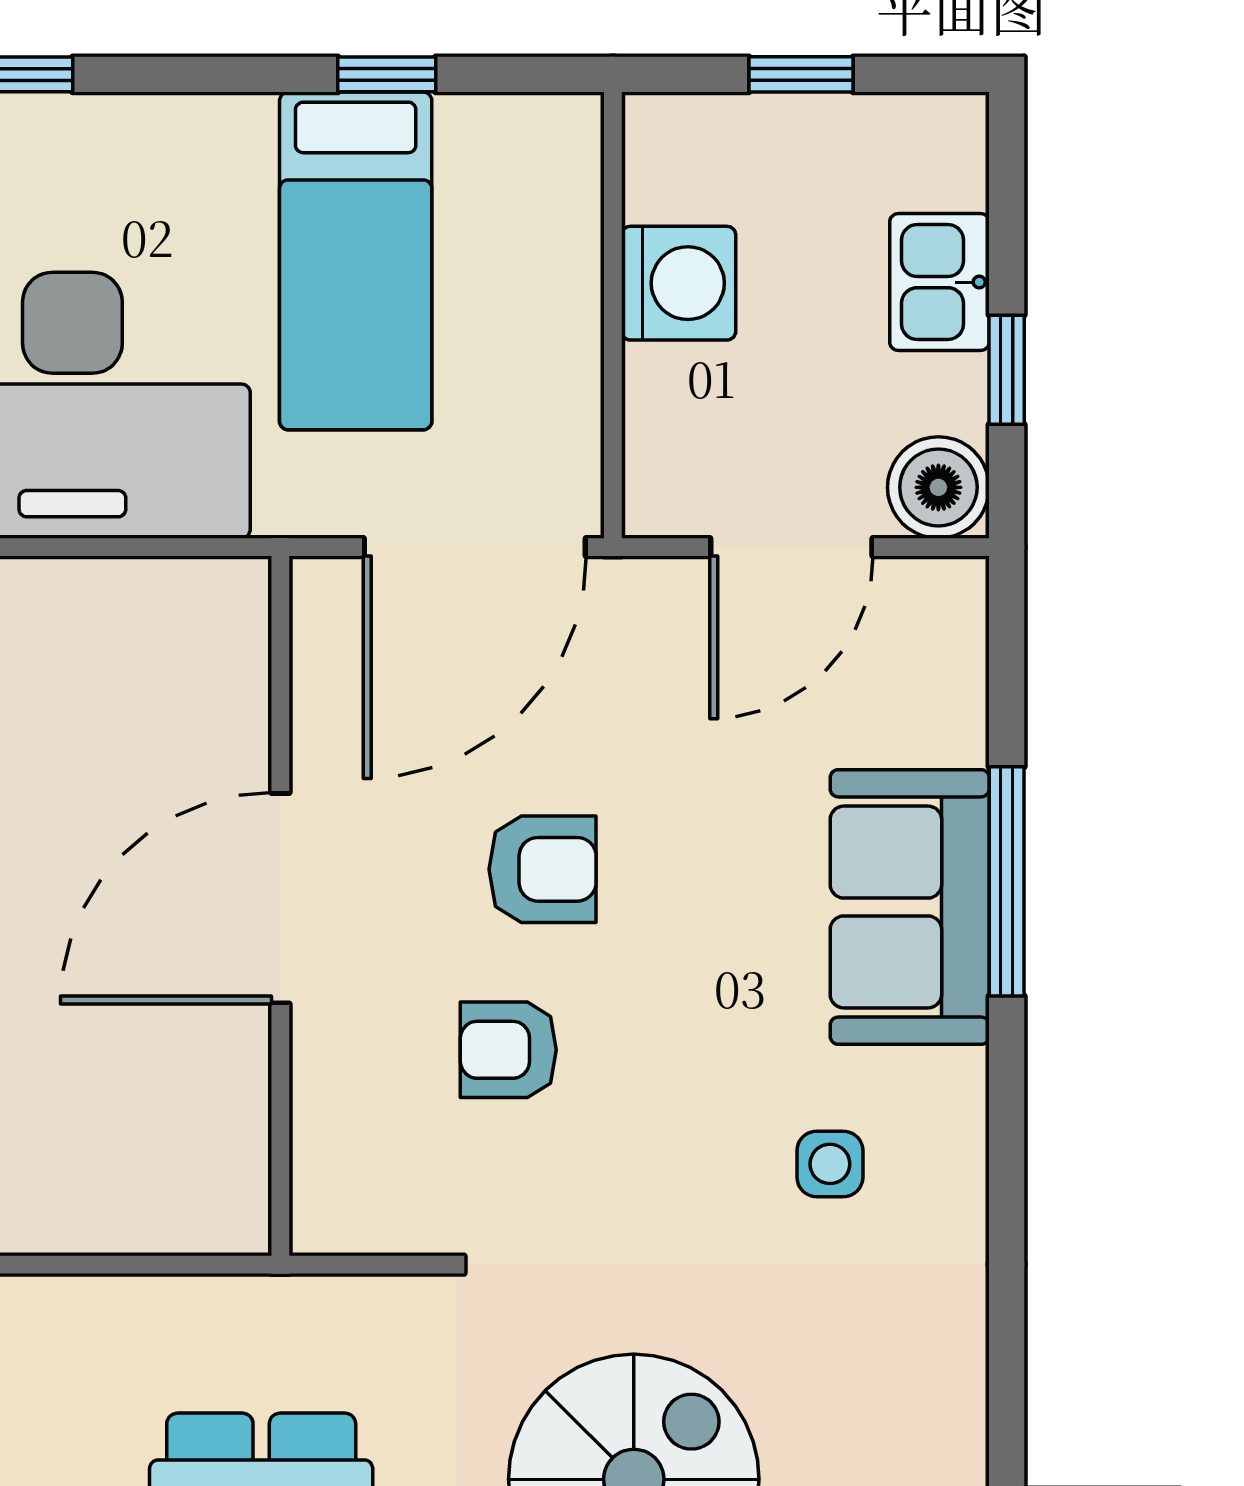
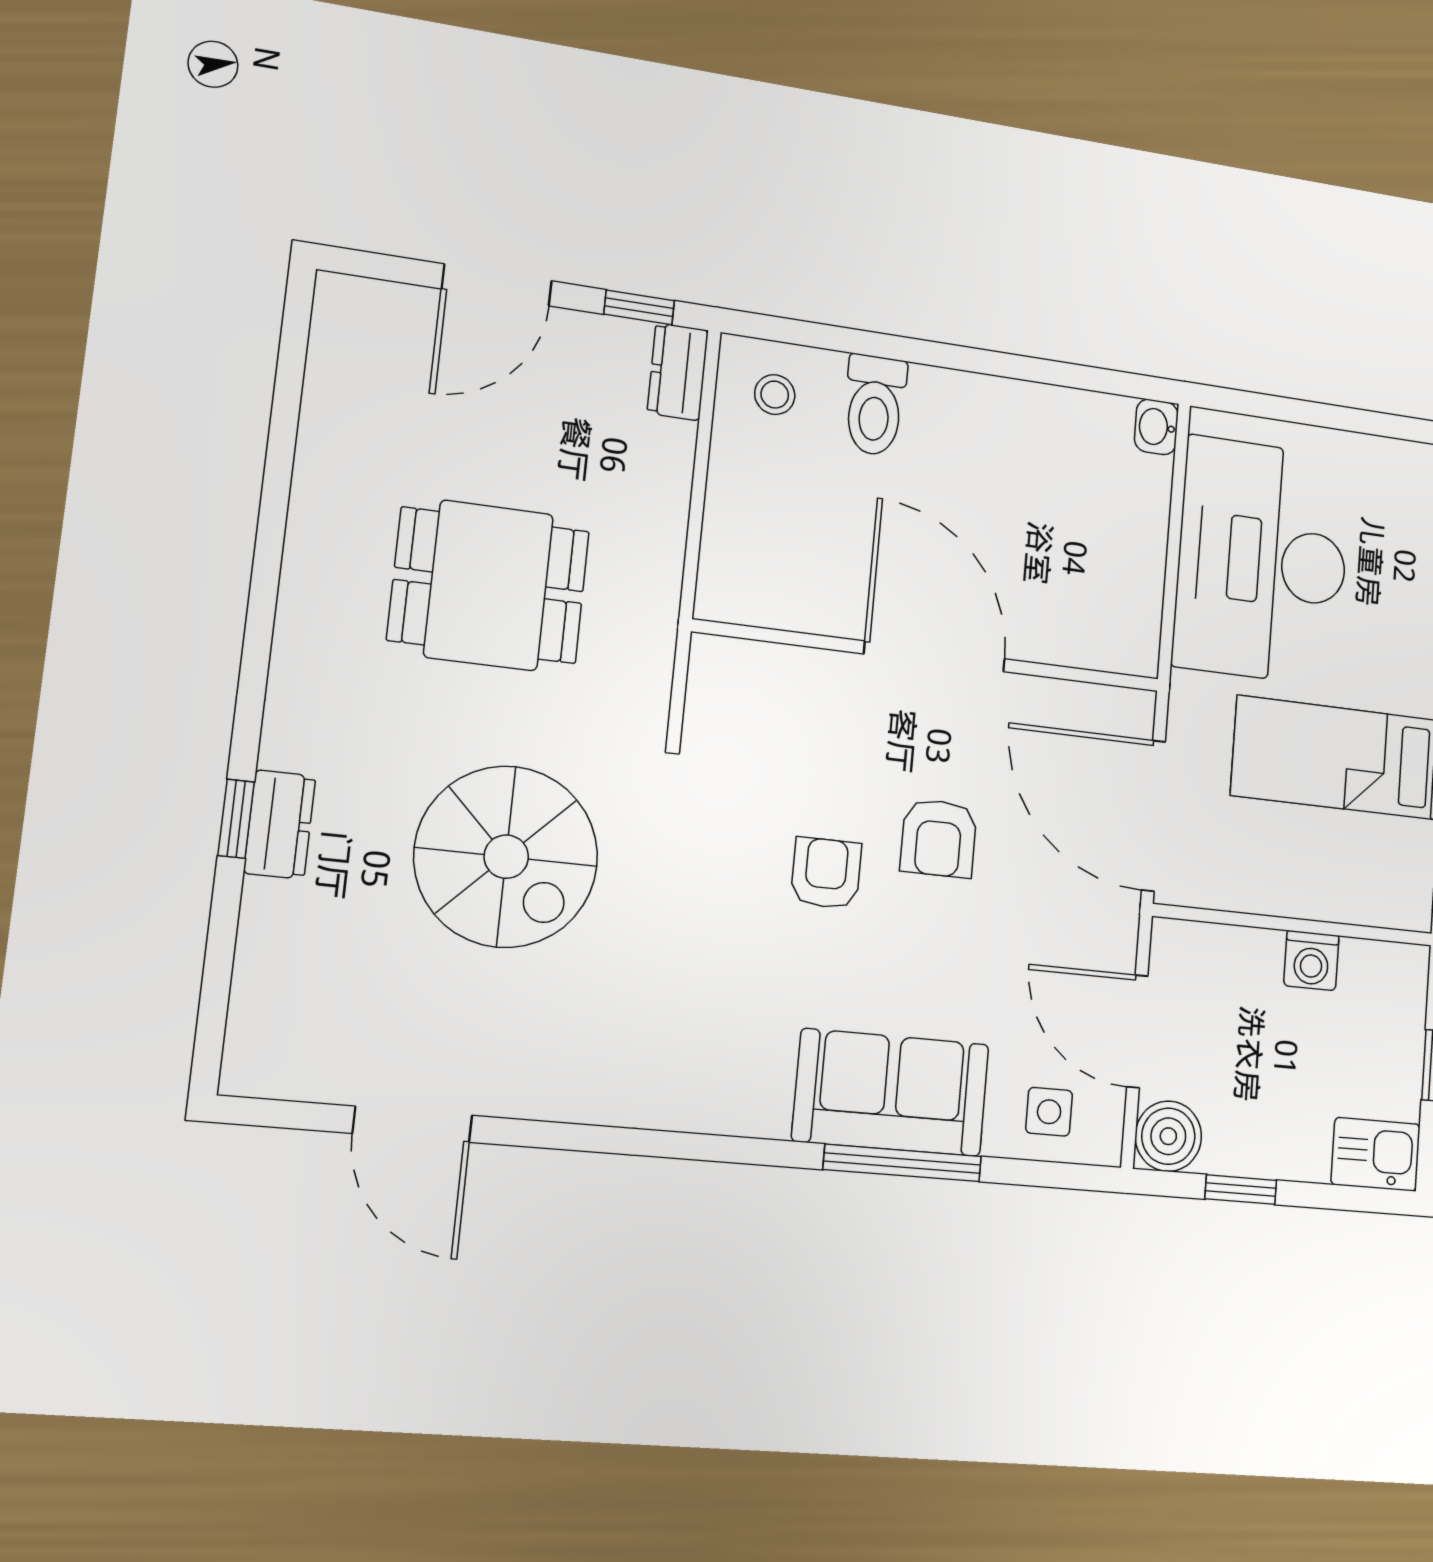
kitchen sink: (939, 282) -> (1376, 1154), moved
washing machine: (679, 283) -> (1311, 961), width x0.73, depth x0.73
armchair: (508, 1050) -> (826, 873), moved
side table: (830, 1164) -> (1049, 1112), moved

